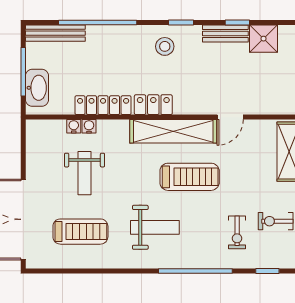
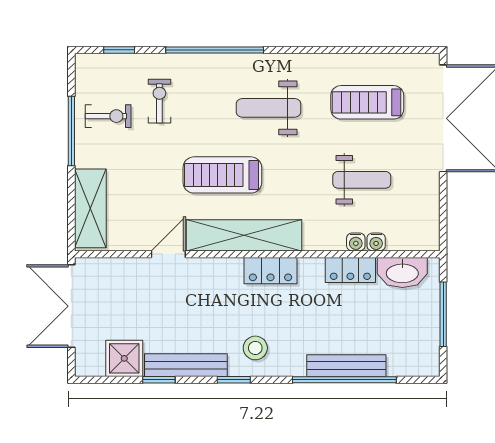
bench: (55, 33) -> (346, 366), moved
bench: (225, 33) -> (186, 365), width x1.36
washbasin: (37, 88) -> (402, 272), moved, turned -90
locker: (103, 105) -> (350, 270), width x0.66
weight bench: (85, 173) -> (362, 180), turned 90

